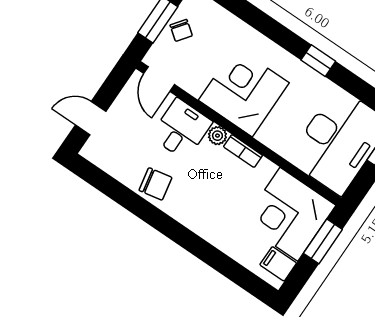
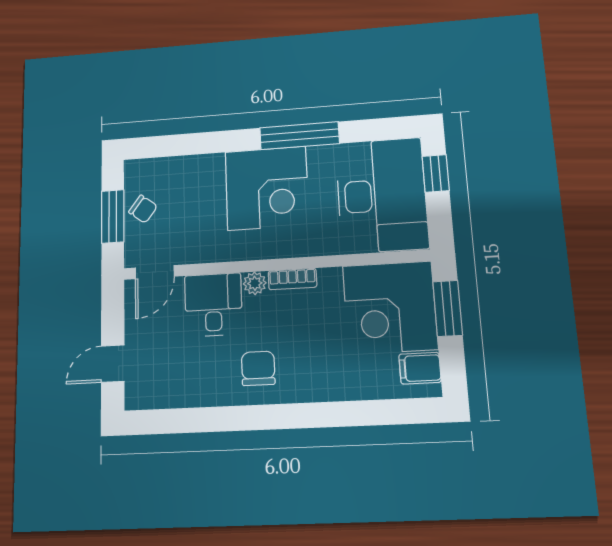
window: (318, 61) -> (299, 136), width x2.17
door: (159, 79) -> (155, 272), hinge flipped
corner desk: (244, 92) -> (267, 188), moved, turned 180
chair: (156, 184) -> (258, 368), moved, turned -79

